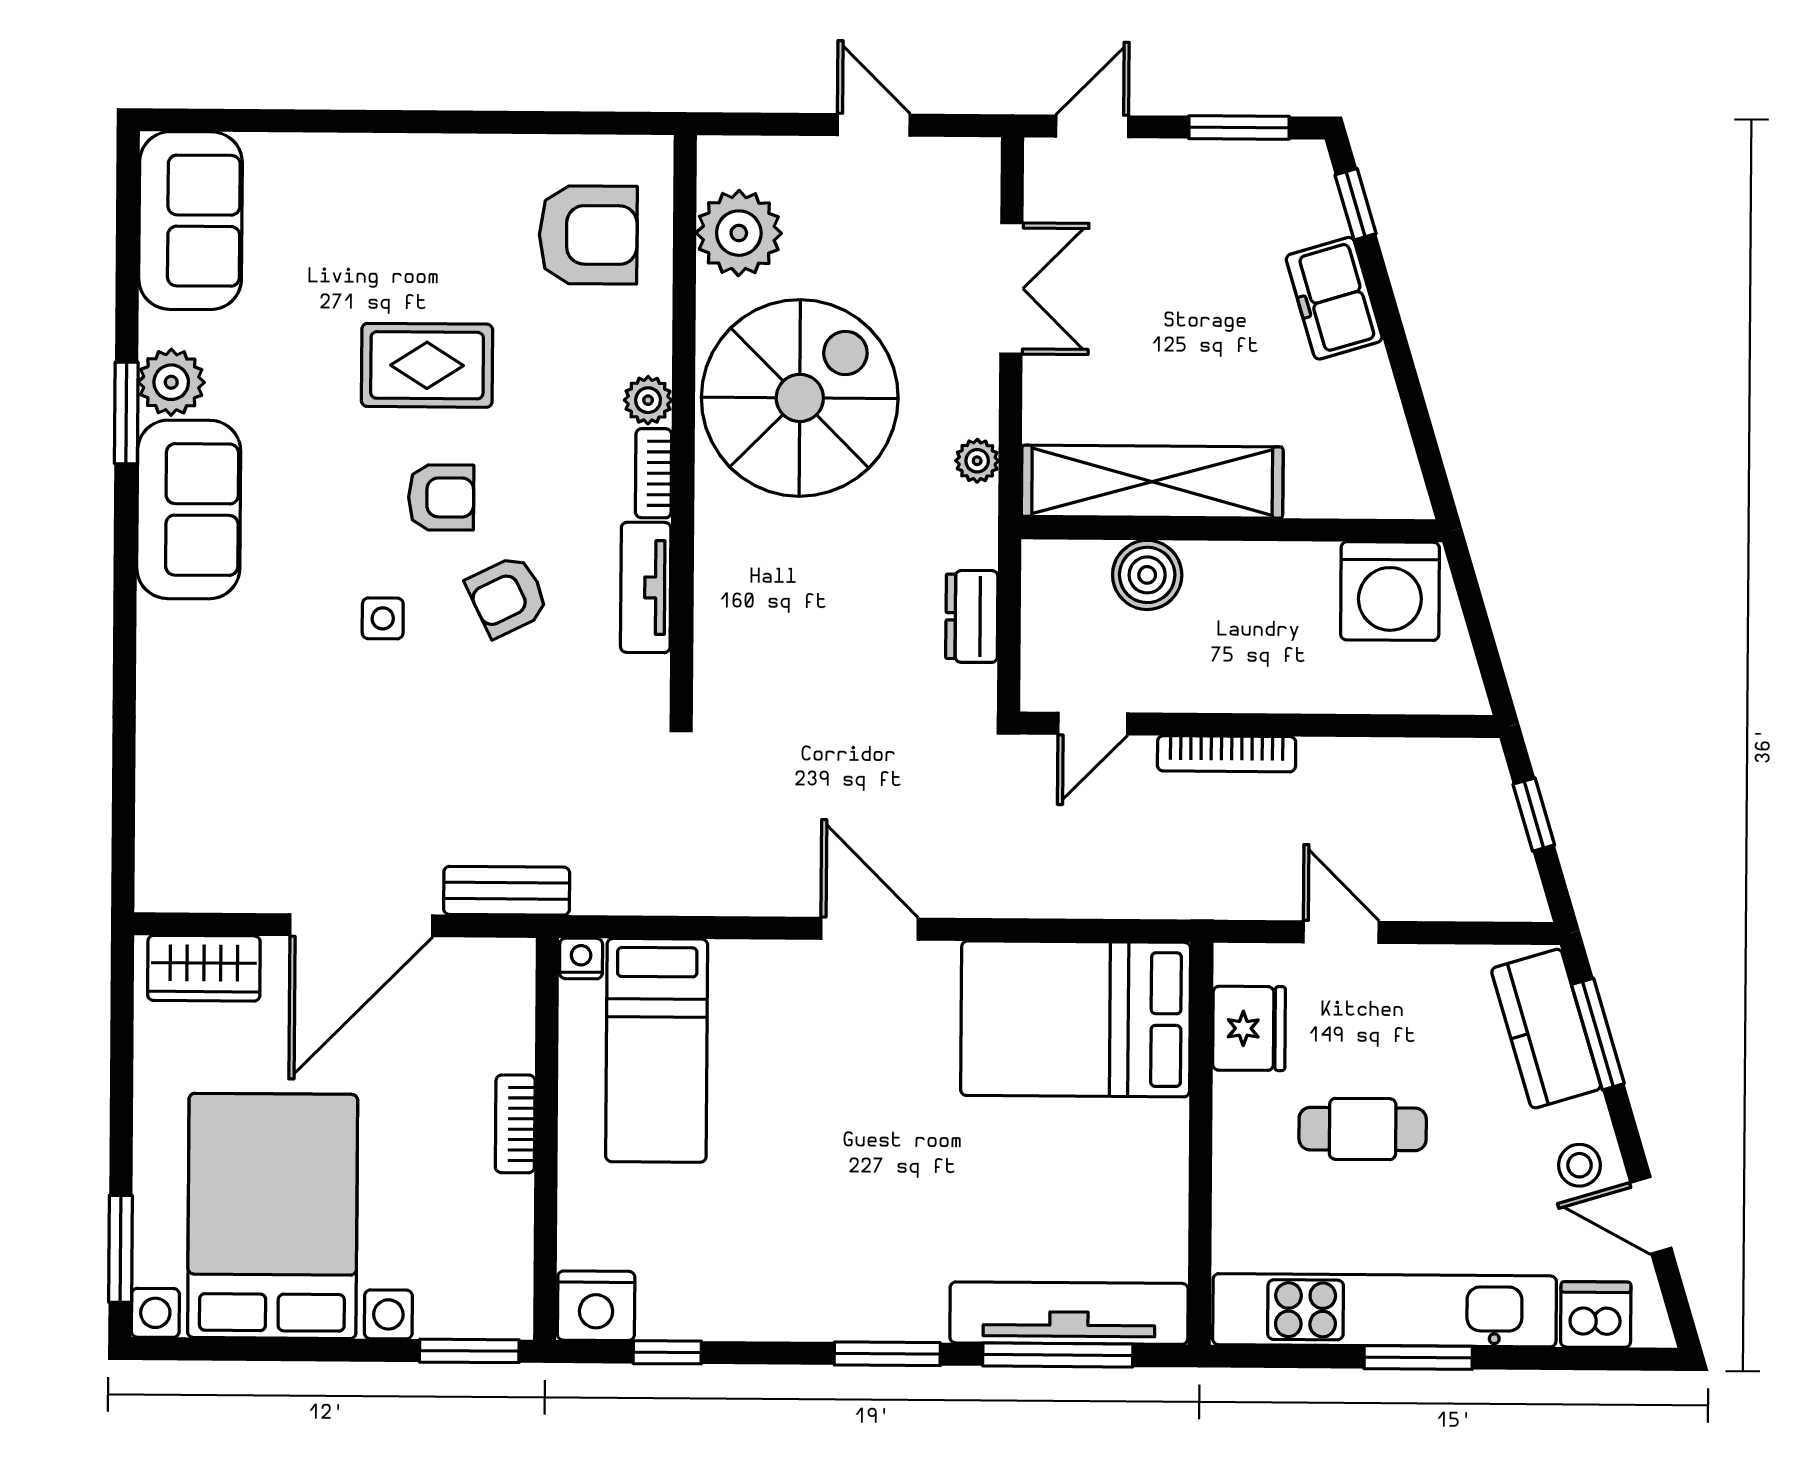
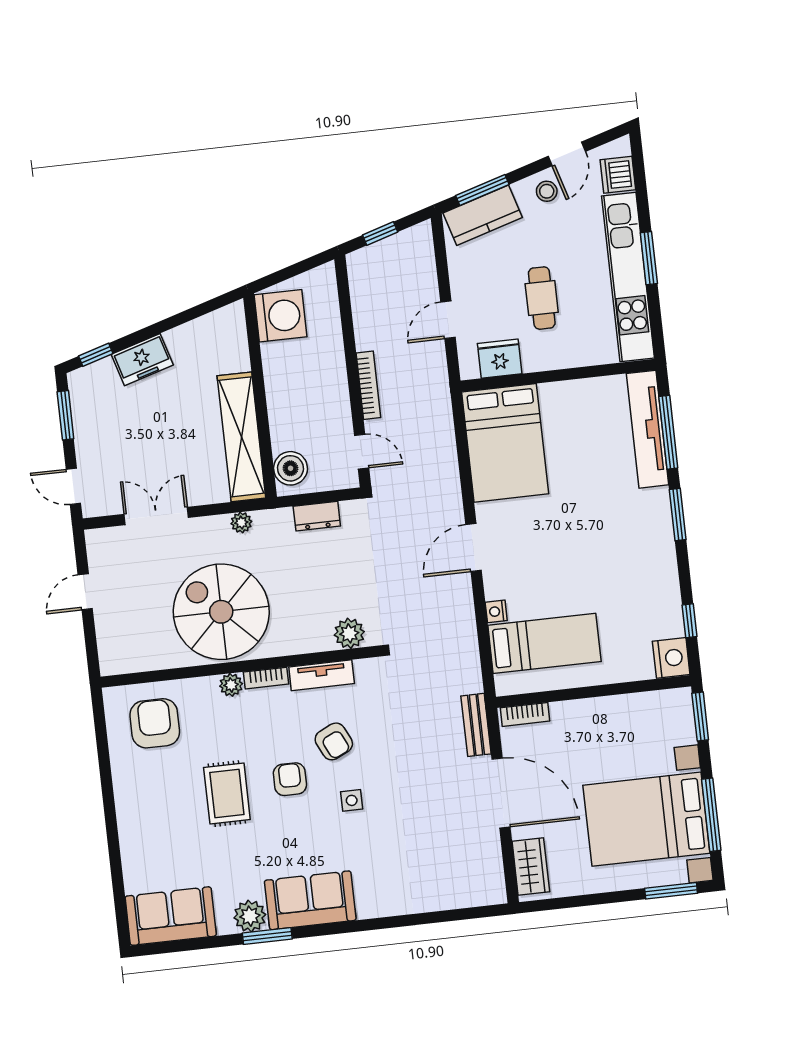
plant: (739, 233) -> (349, 633), moved, width x0.73, depth x0.73
boiler: (1147, 575) -> (291, 468), moved
nightstand: (581, 958) -> (496, 611), moved
bookcase: (515, 1124) -> (525, 714), moved
window: (266, 1349) -> (711, 815), added

